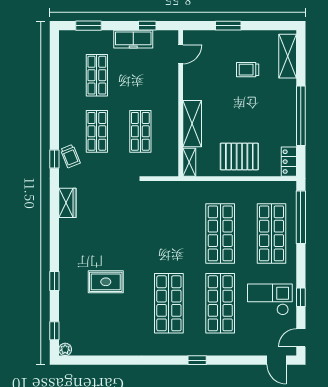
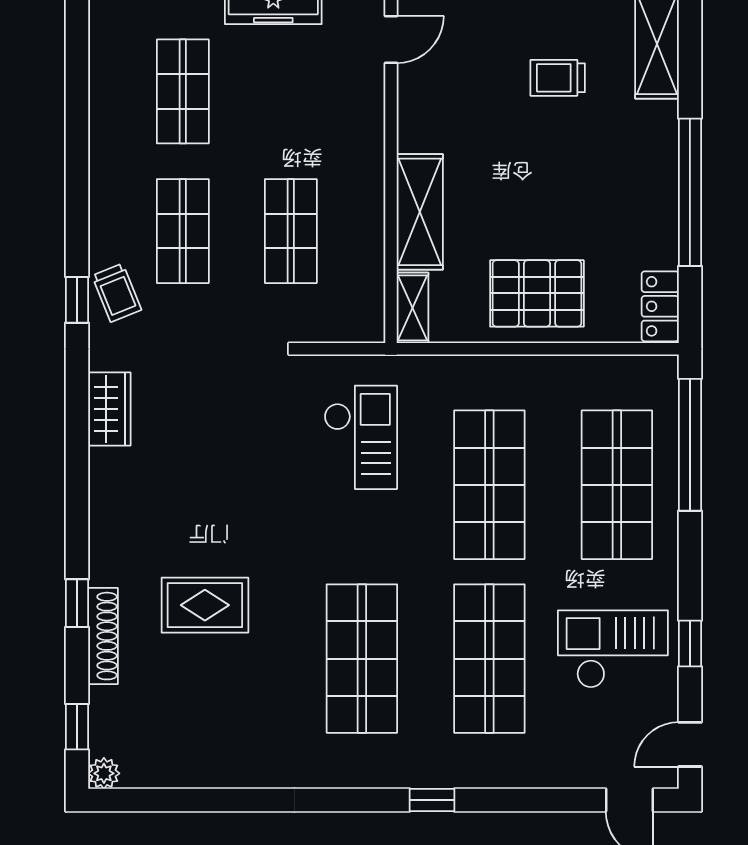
checkout: (168, 214) -> (361, 437), added
shoe rack: (65, 294) -> (103, 636), added

